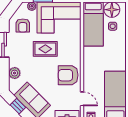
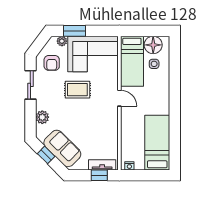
armchair: (68, 75) -> (103, 120), removed
door: (82, 99) -> (119, 98), moved

